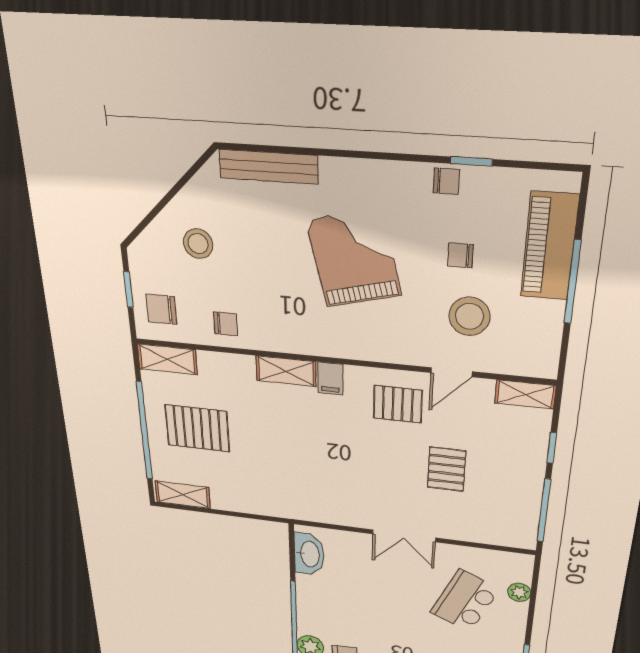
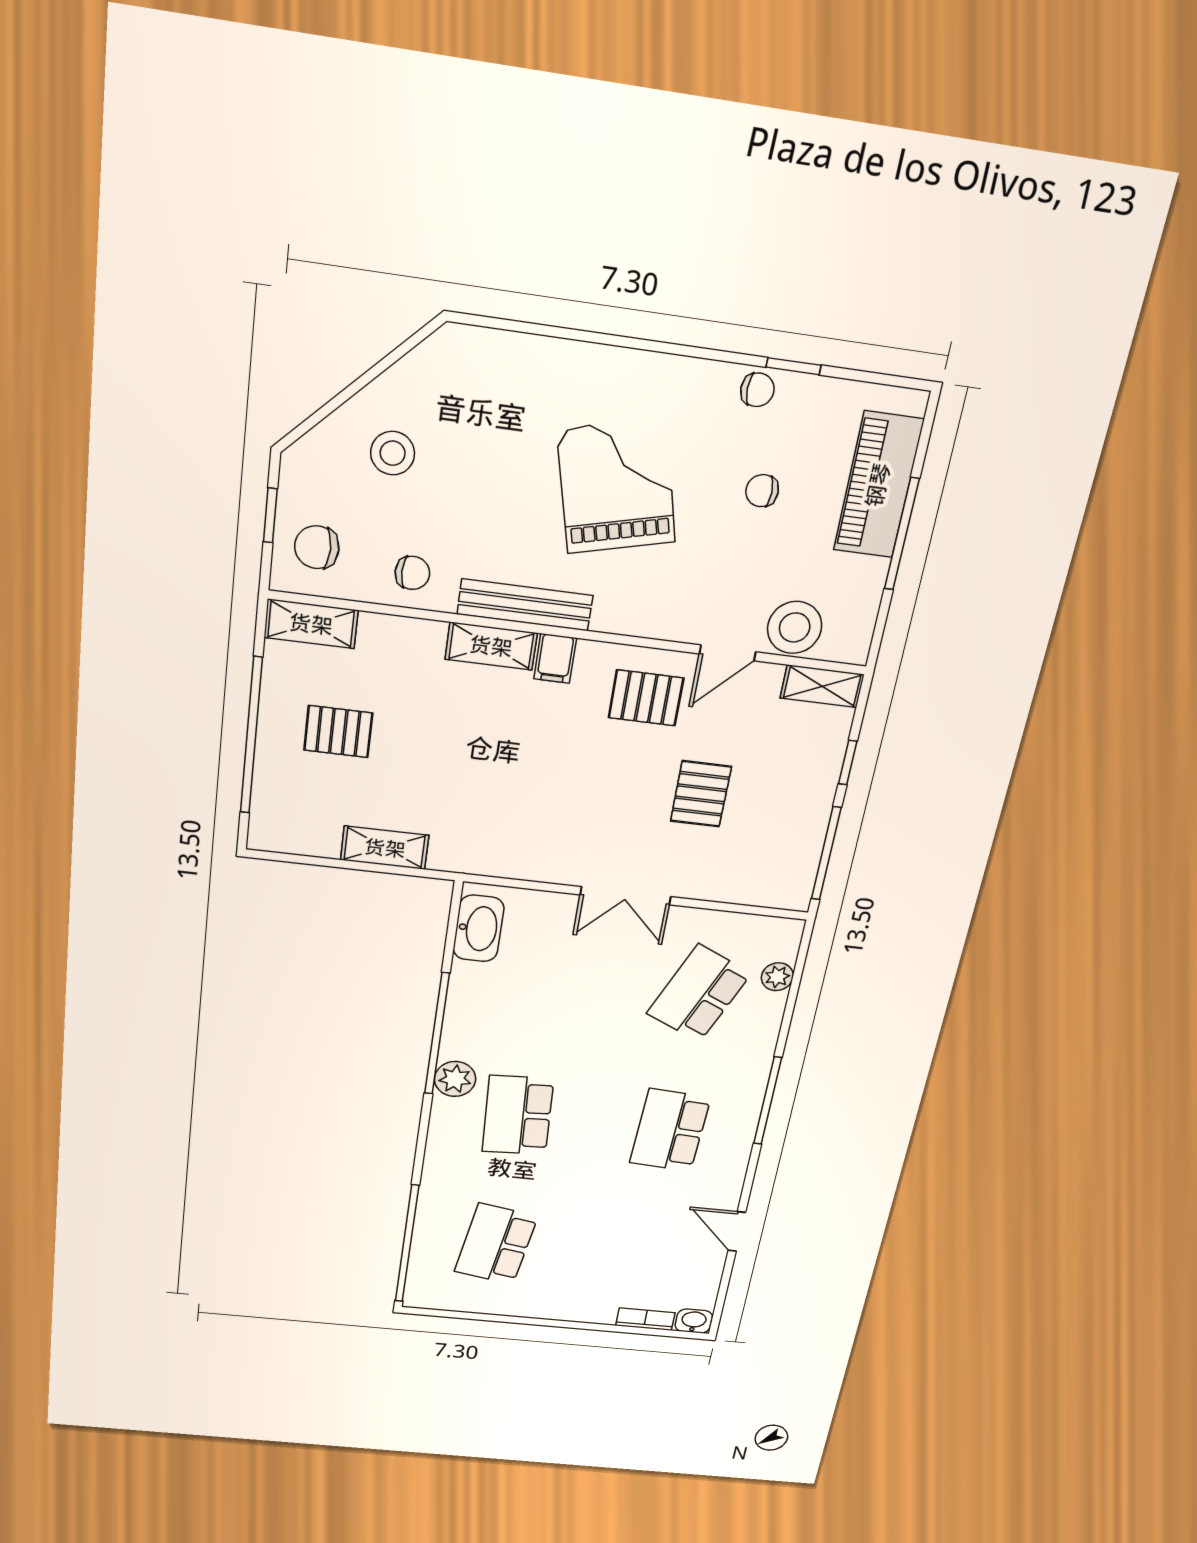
bench: (268, 167) -> (525, 605), moved
stool: (469, 316) -> (795, 627), moved
pallet: (197, 428) -> (338, 732), width x0.67, depth x0.71
shelving: (183, 495) -> (385, 848), moved

